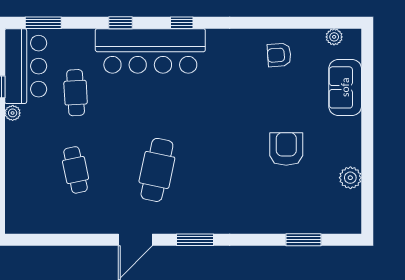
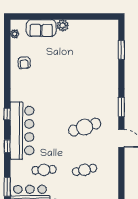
armchair: (286, 149) -> (74, 59), removed
cafe table: (157, 170) -> (85, 127), turned -30
plant: (350, 178) -> (63, 25), moved

